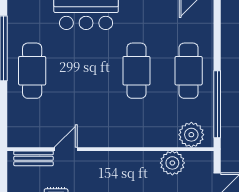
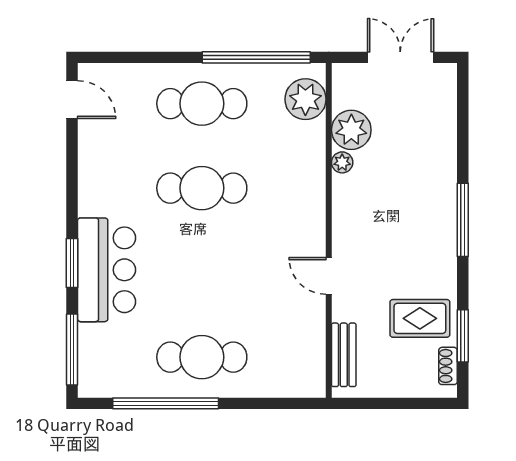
door: (66, 149) -> (329, 276), moved
plant: (152, 157) -> (342, 162), added

